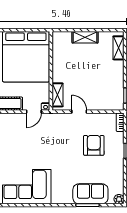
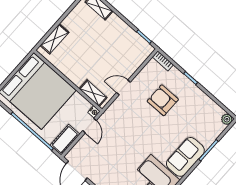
shelving: (85, 37) -> (54, 39), moved
sofa: (90, 194) -> (185, 157), moved

